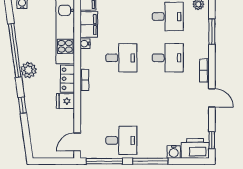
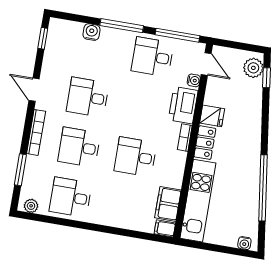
water cooler: (85, 44) -> (194, 80), moved
plant: (28, 70) -> (253, 68), moved
bookcase: (204, 70) -> (36, 132), width x1.56
desk: (168, 99) -> (88, 97), added
window: (22, 105) -> (266, 78), moved
door: (77, 142) -> (206, 64), hinge flipped
printer: (195, 148) -> (183, 105), moved, turned 90

